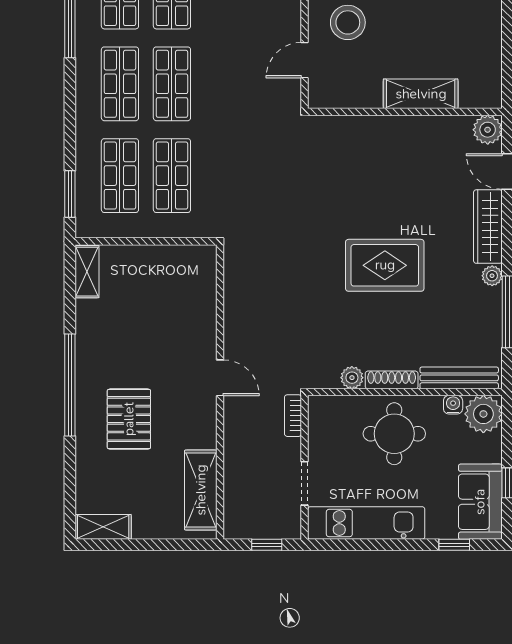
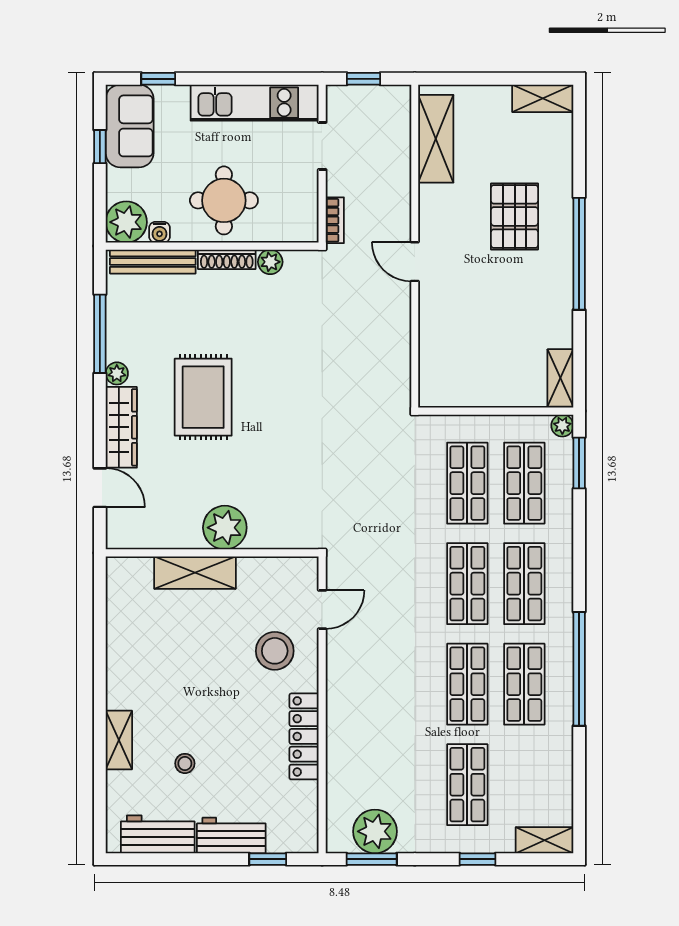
plant: (488, 130) -> (225, 528), moved, width x1.36, depth x1.36
plant: (85, 228) -> (562, 426), added
rug: (385, 265) -> (203, 397), moved, turned 90

